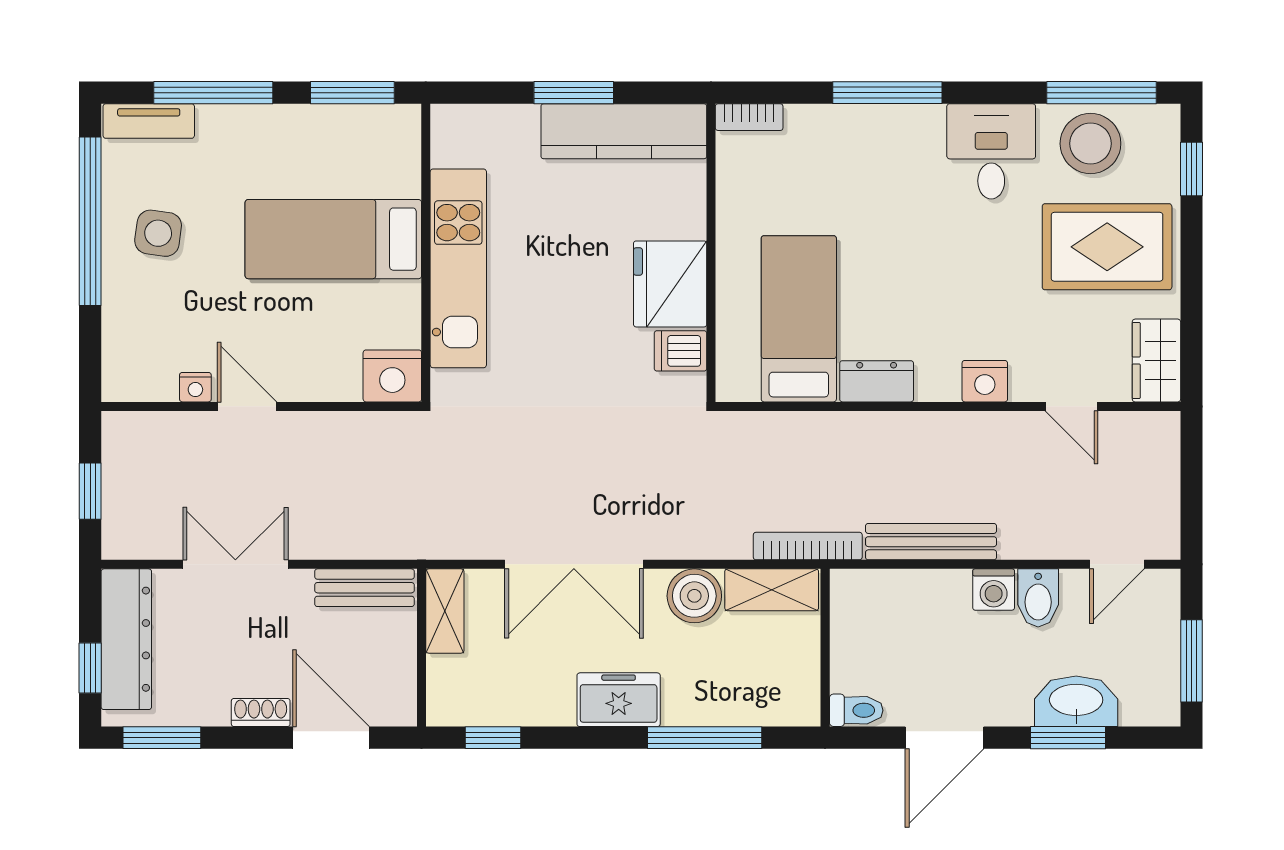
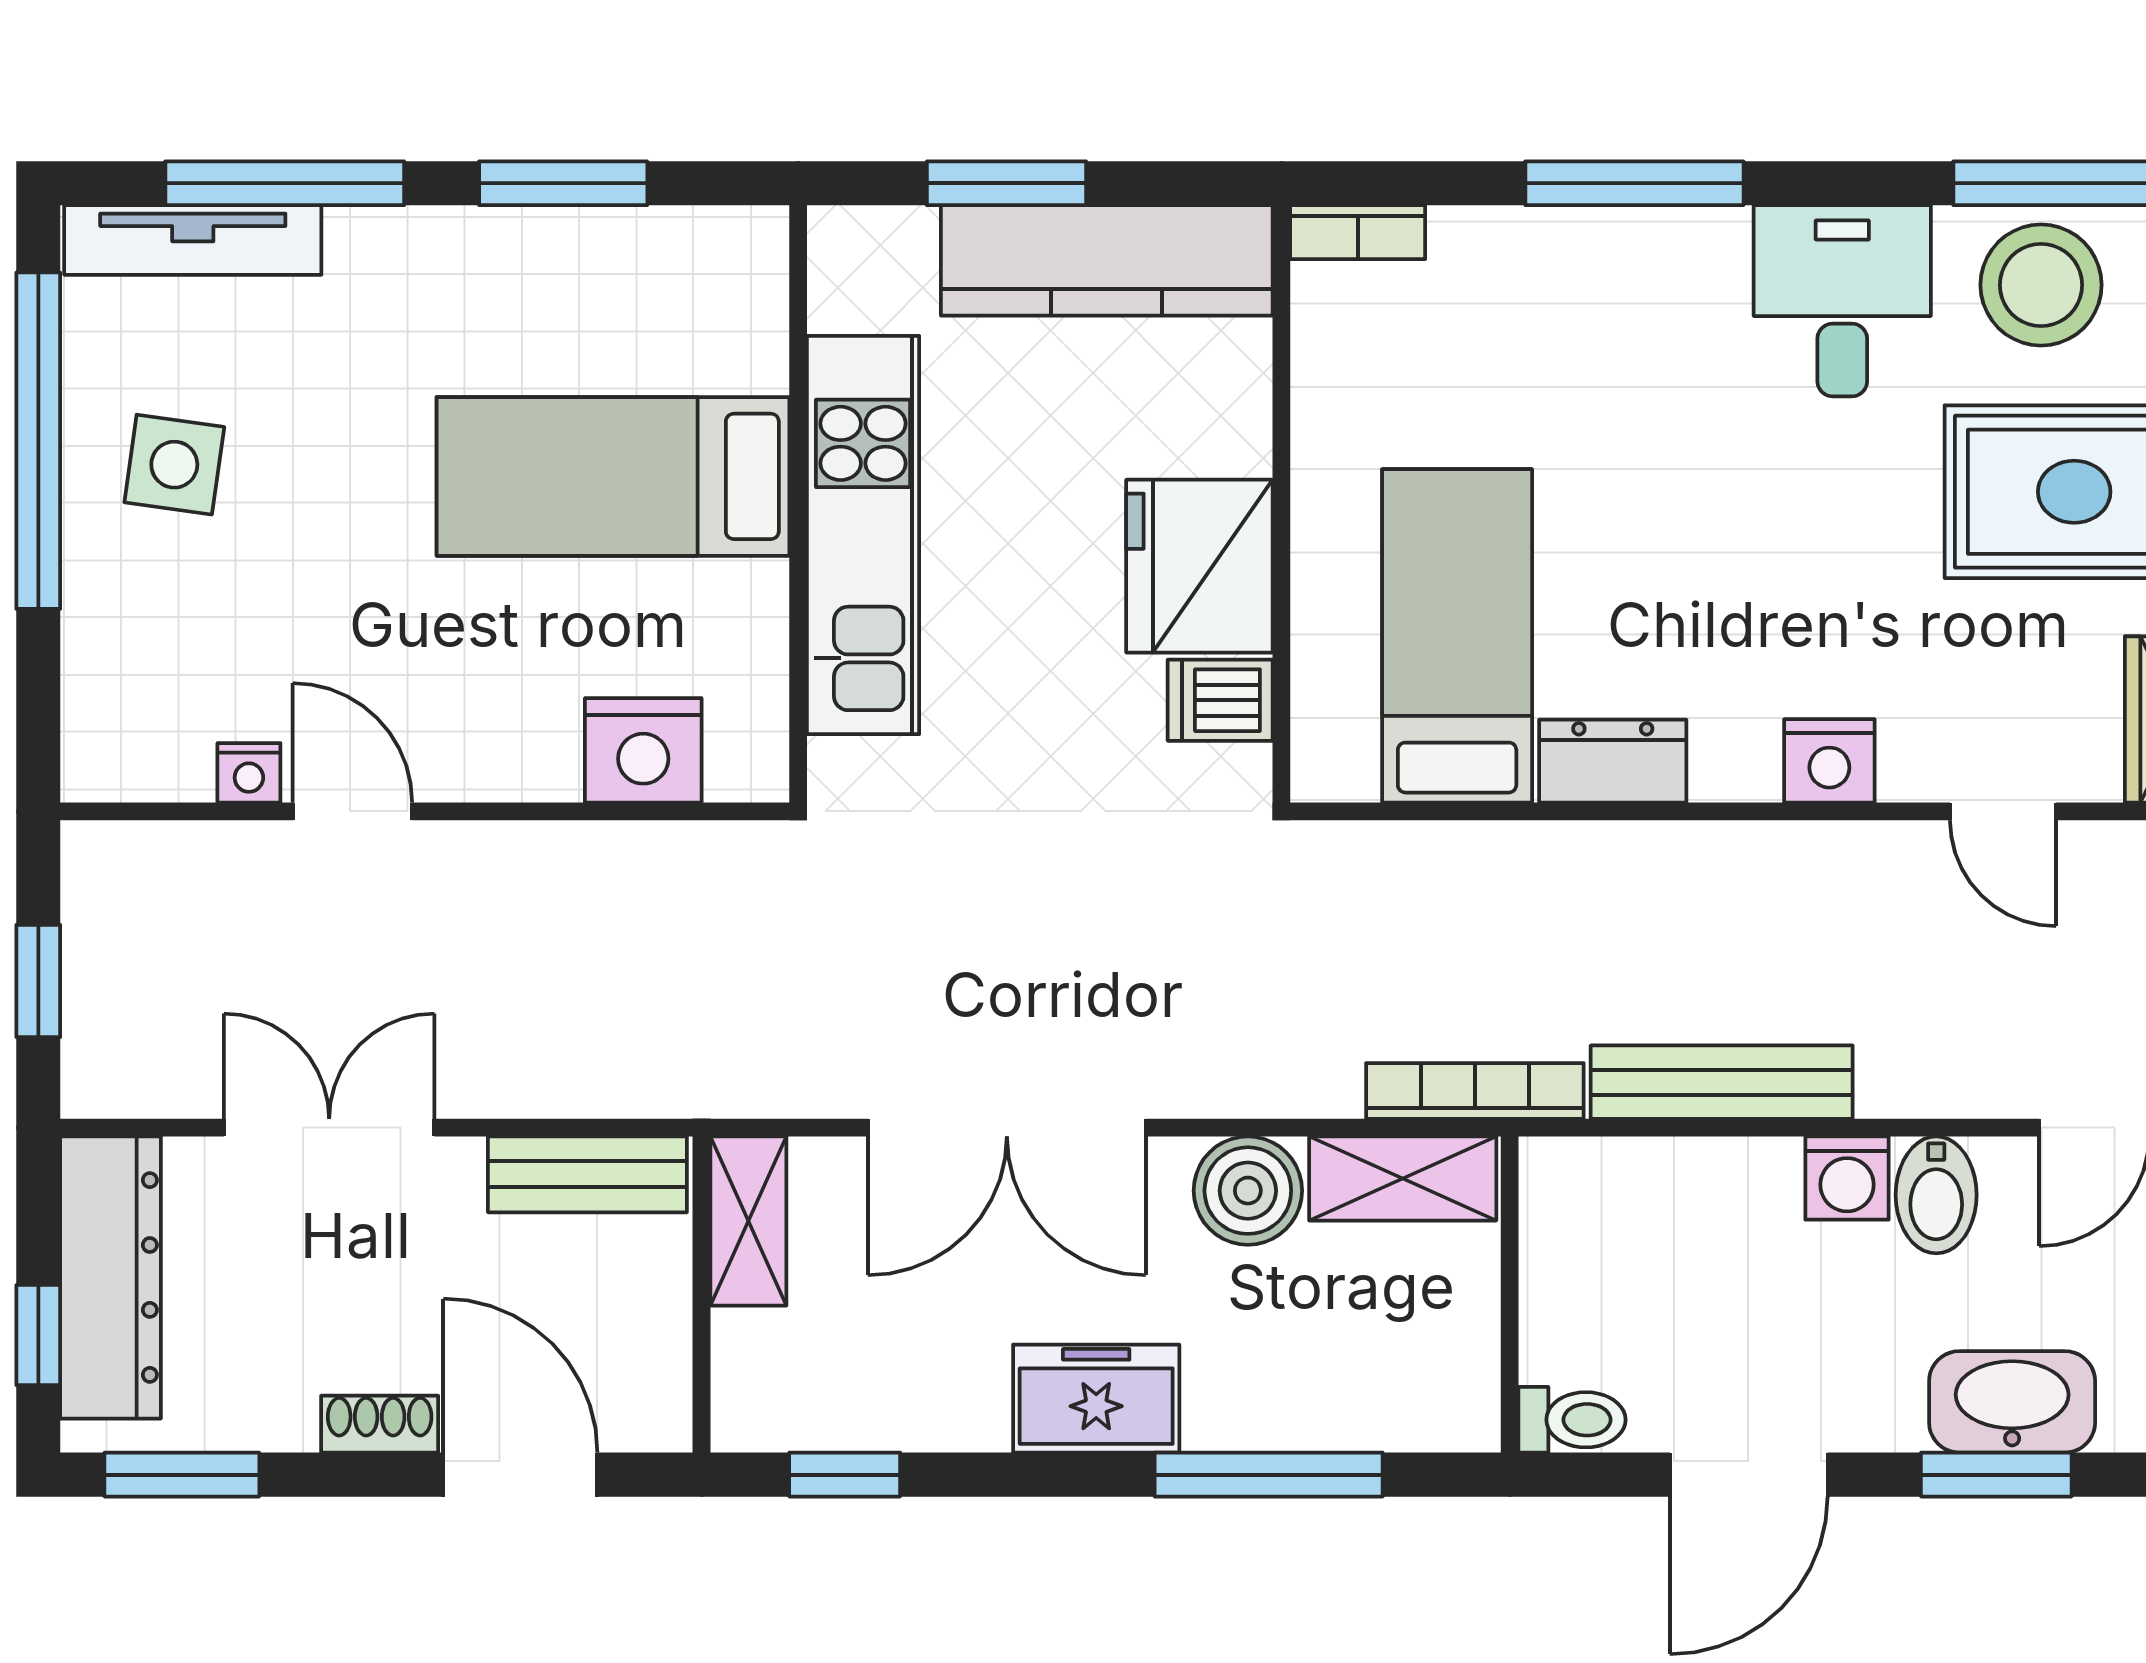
tv unit: (149, 121) -> (193, 240), width x1.41
bed: (333, 239) -> (613, 476), moved
wall: (426, 253) -> (798, 504), moved
kitchen unit: (458, 268) -> (863, 535), moved

